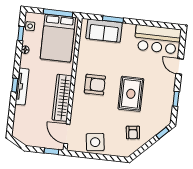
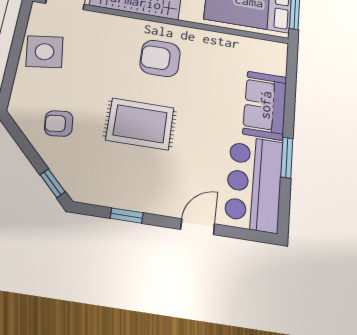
window: (113, 19) -> (287, 158), moved
sofa: (104, 31) -> (265, 105), moved
armchair: (95, 85) -> (160, 58), turned 90

